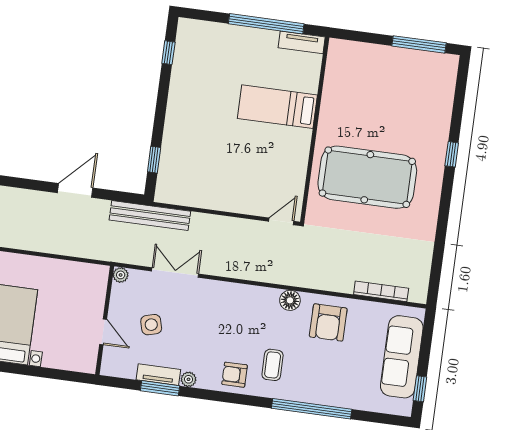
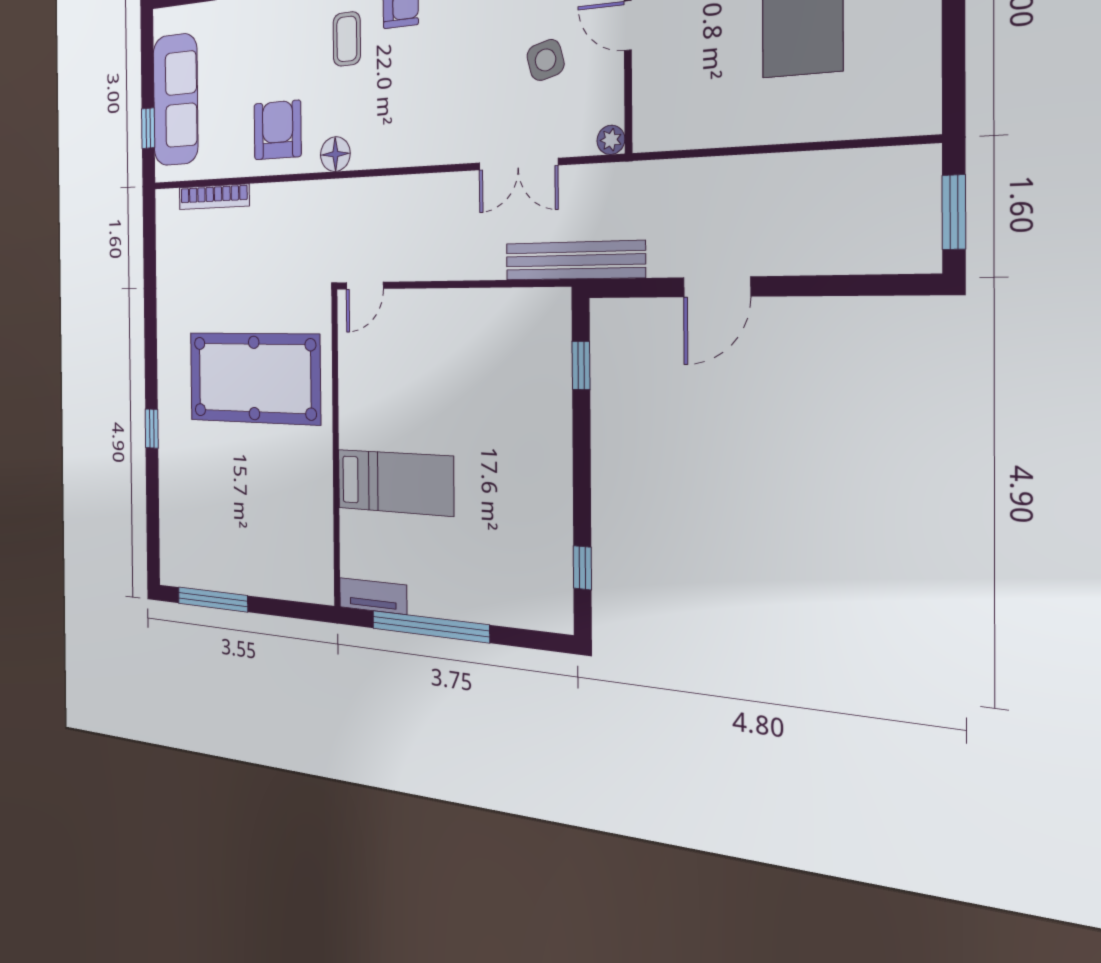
window: (420, 389) -> (148, 128), moved

